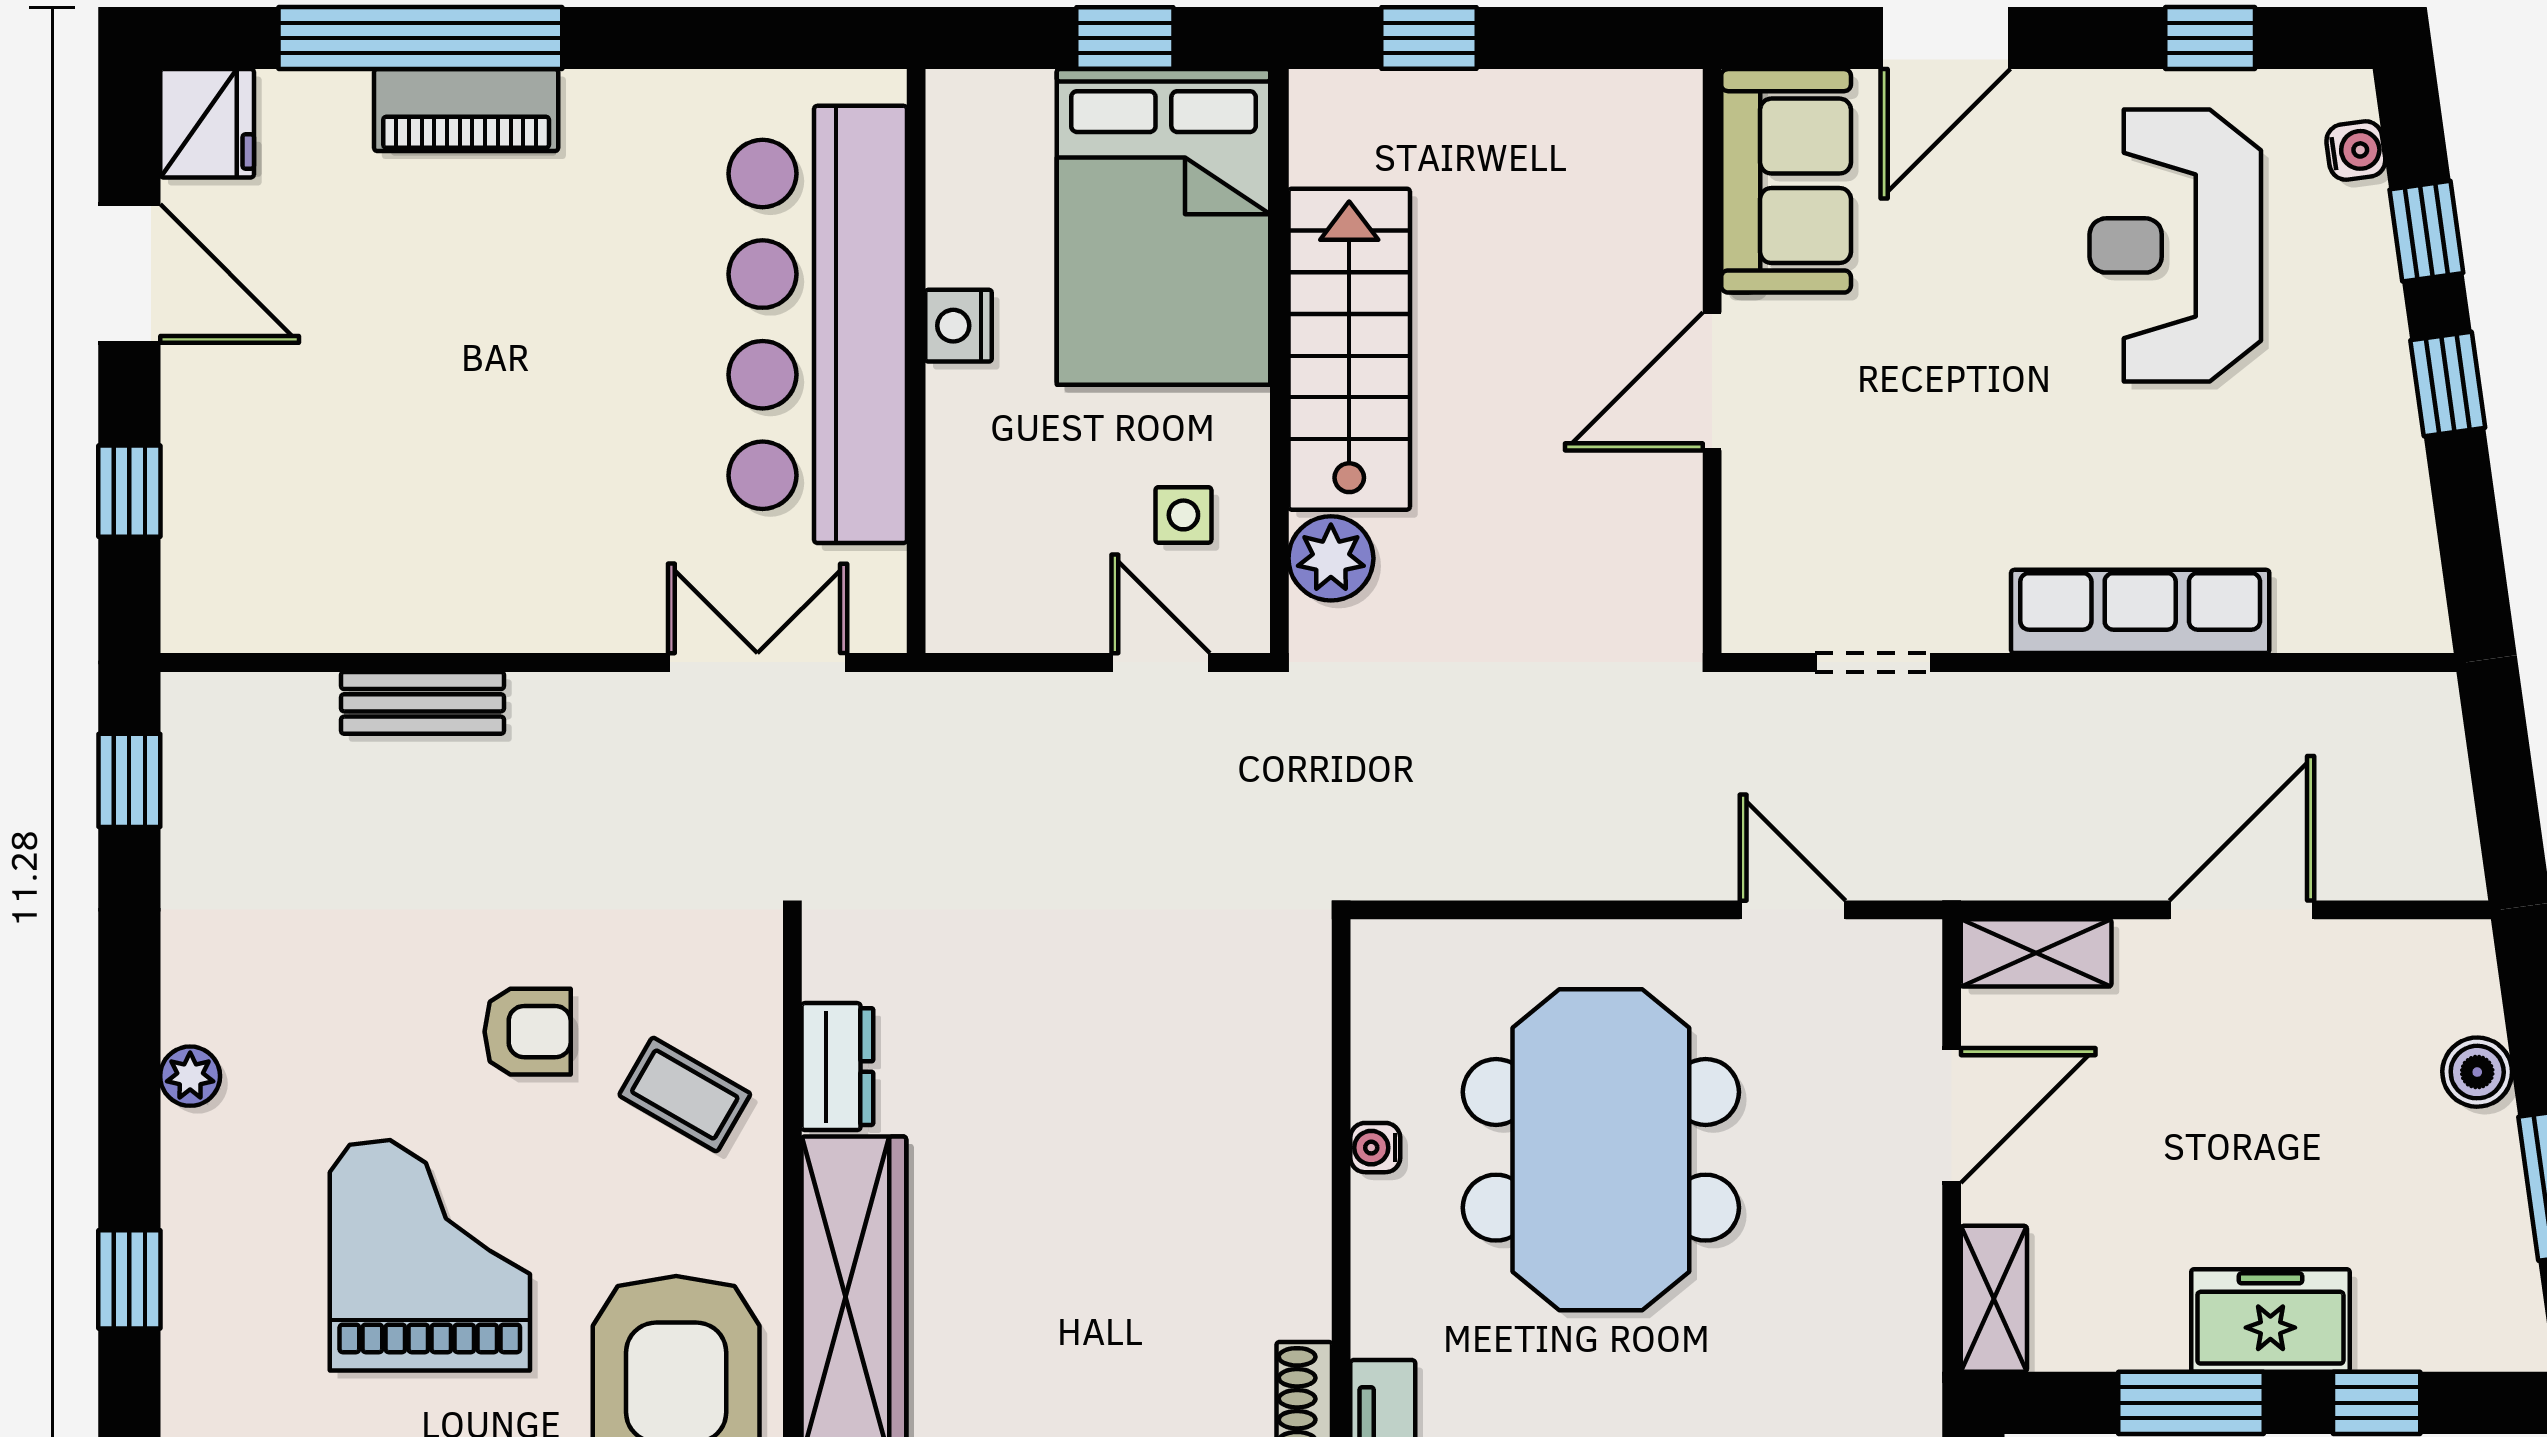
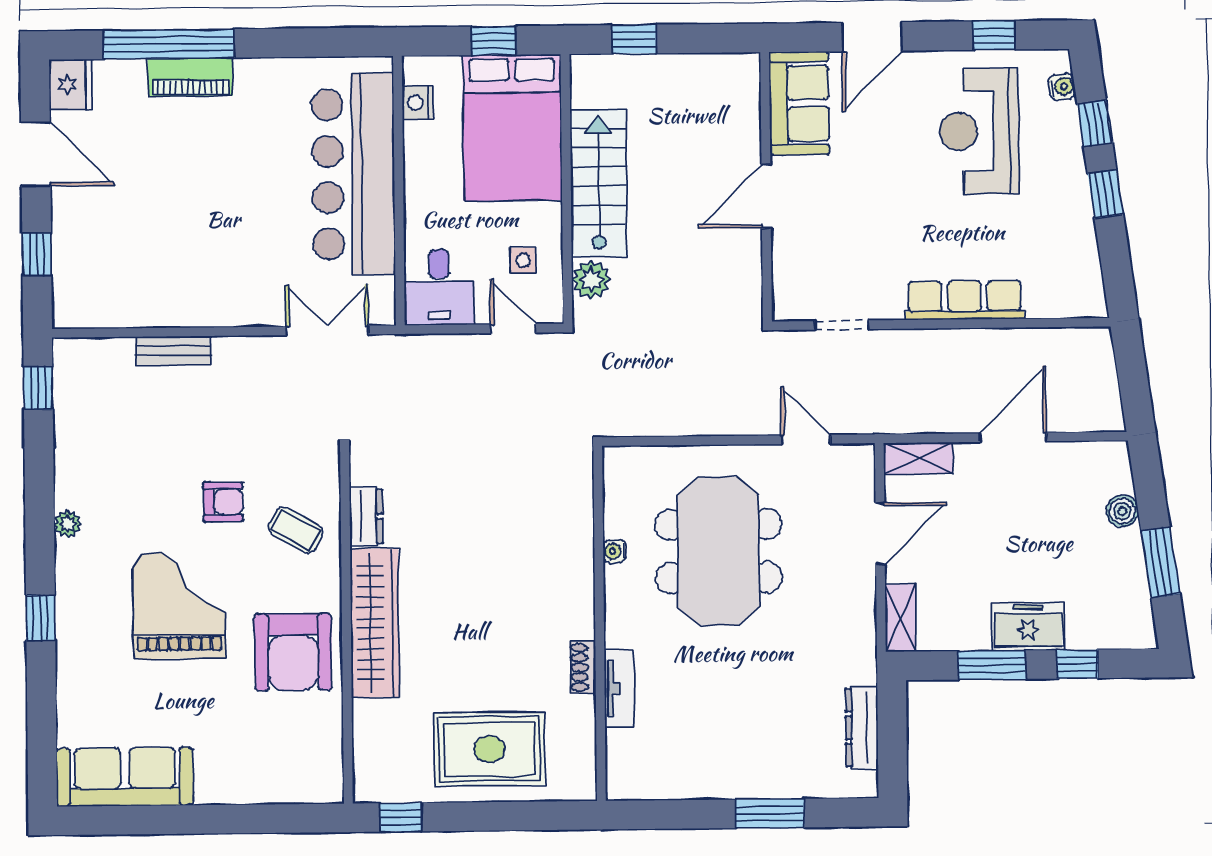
nightstand: (959, 326) -> (418, 103), moved
desk: (1001, 572) -> (439, 287), added

